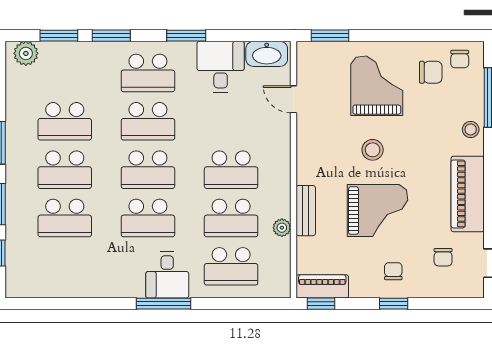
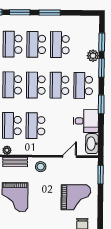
plant: (26, 53) -> (93, 56), moved
stool: (373, 150) -> (41, 167), moved

